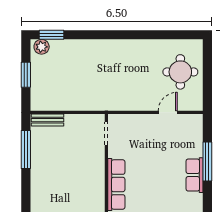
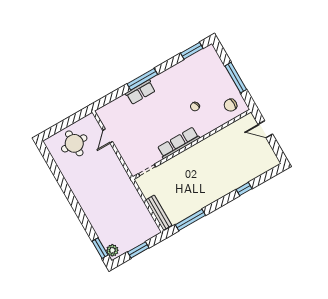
door: (168, 112) -> (108, 136), hinge flipped
bench: (47, 120) -> (159, 213), width x1.36
window: (207, 162) -> (142, 79), moved

